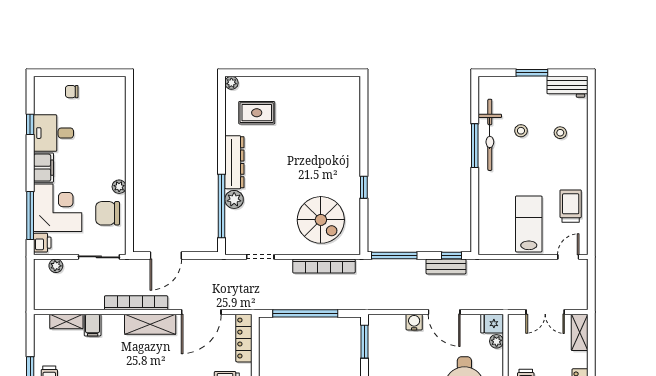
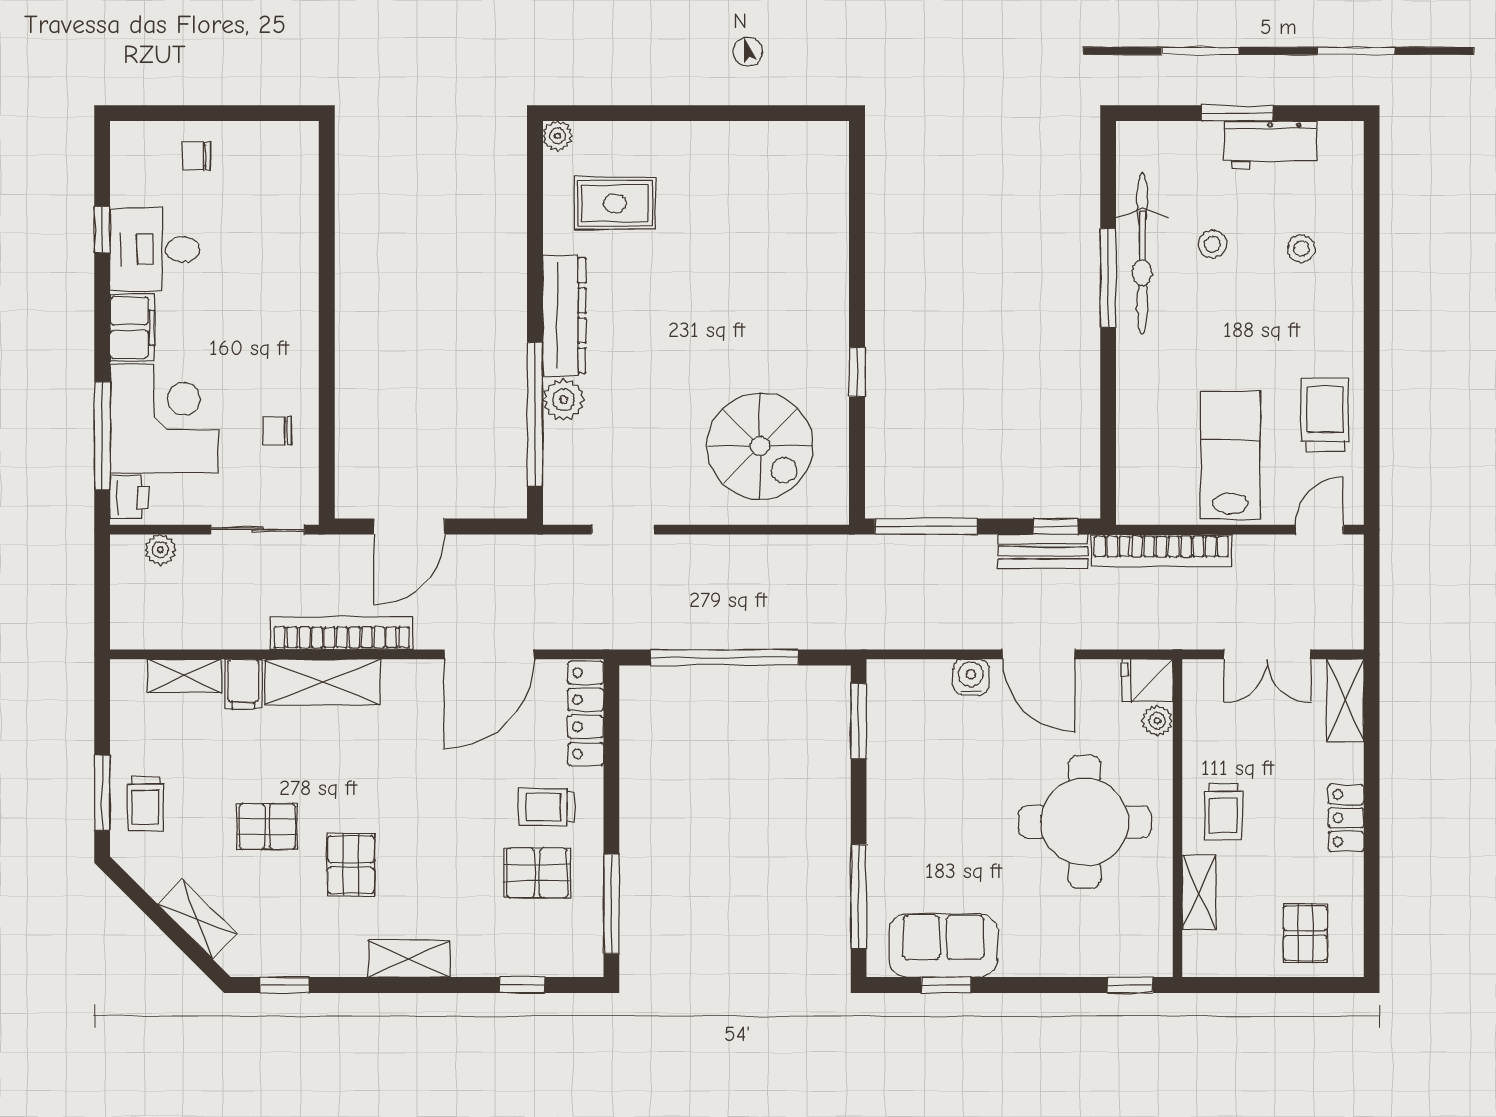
workbench: (567, 87) -> (1271, 145), moved
plant: (119, 187) -> (303, 371), removed
chair: (108, 213) -> (277, 431), width x0.54, depth x0.54
bookcase: (324, 266) -> (1161, 550), moved
shelving: (150, 324) -> (323, 682), moved

